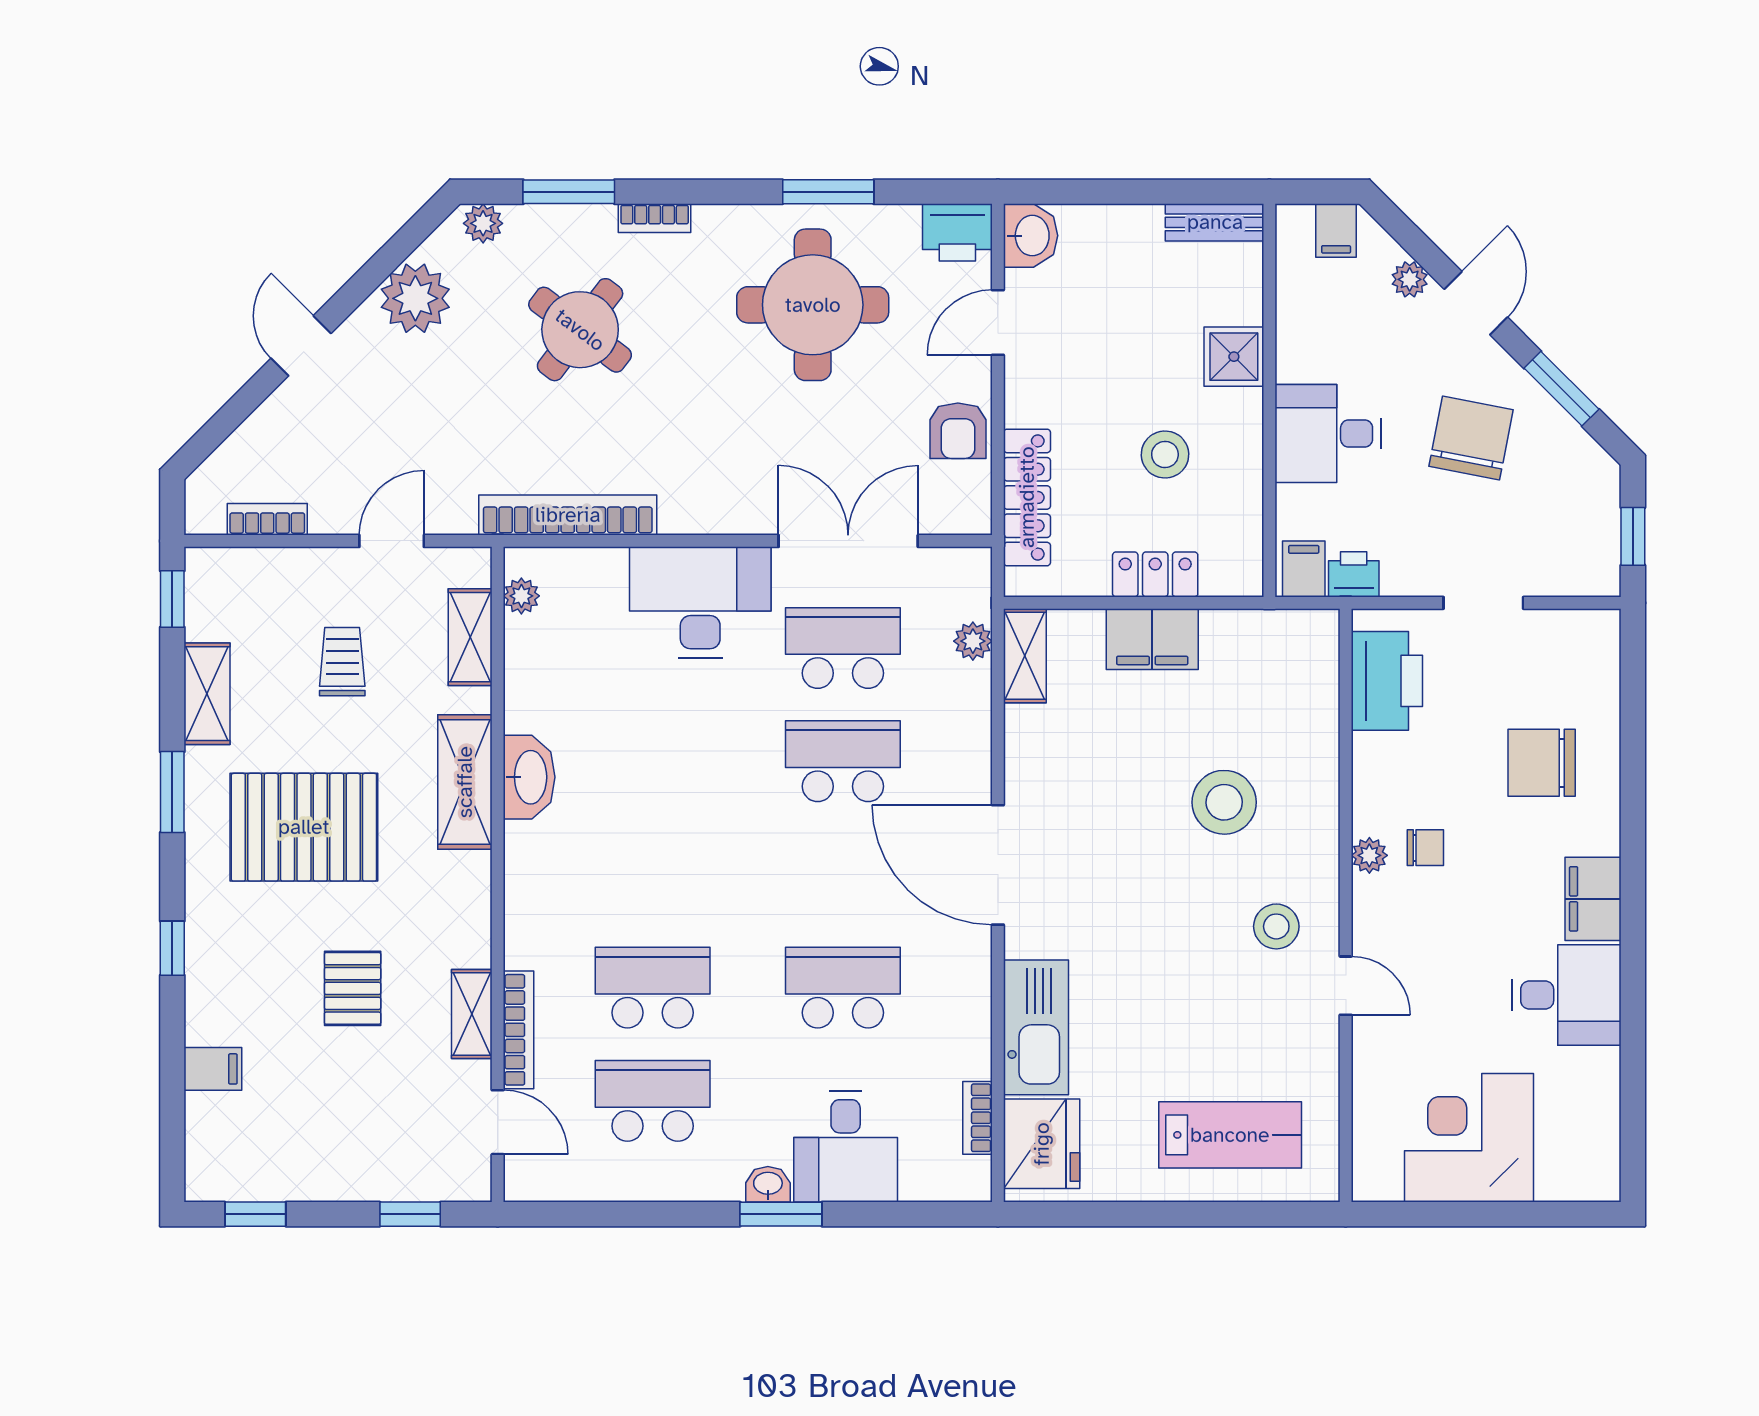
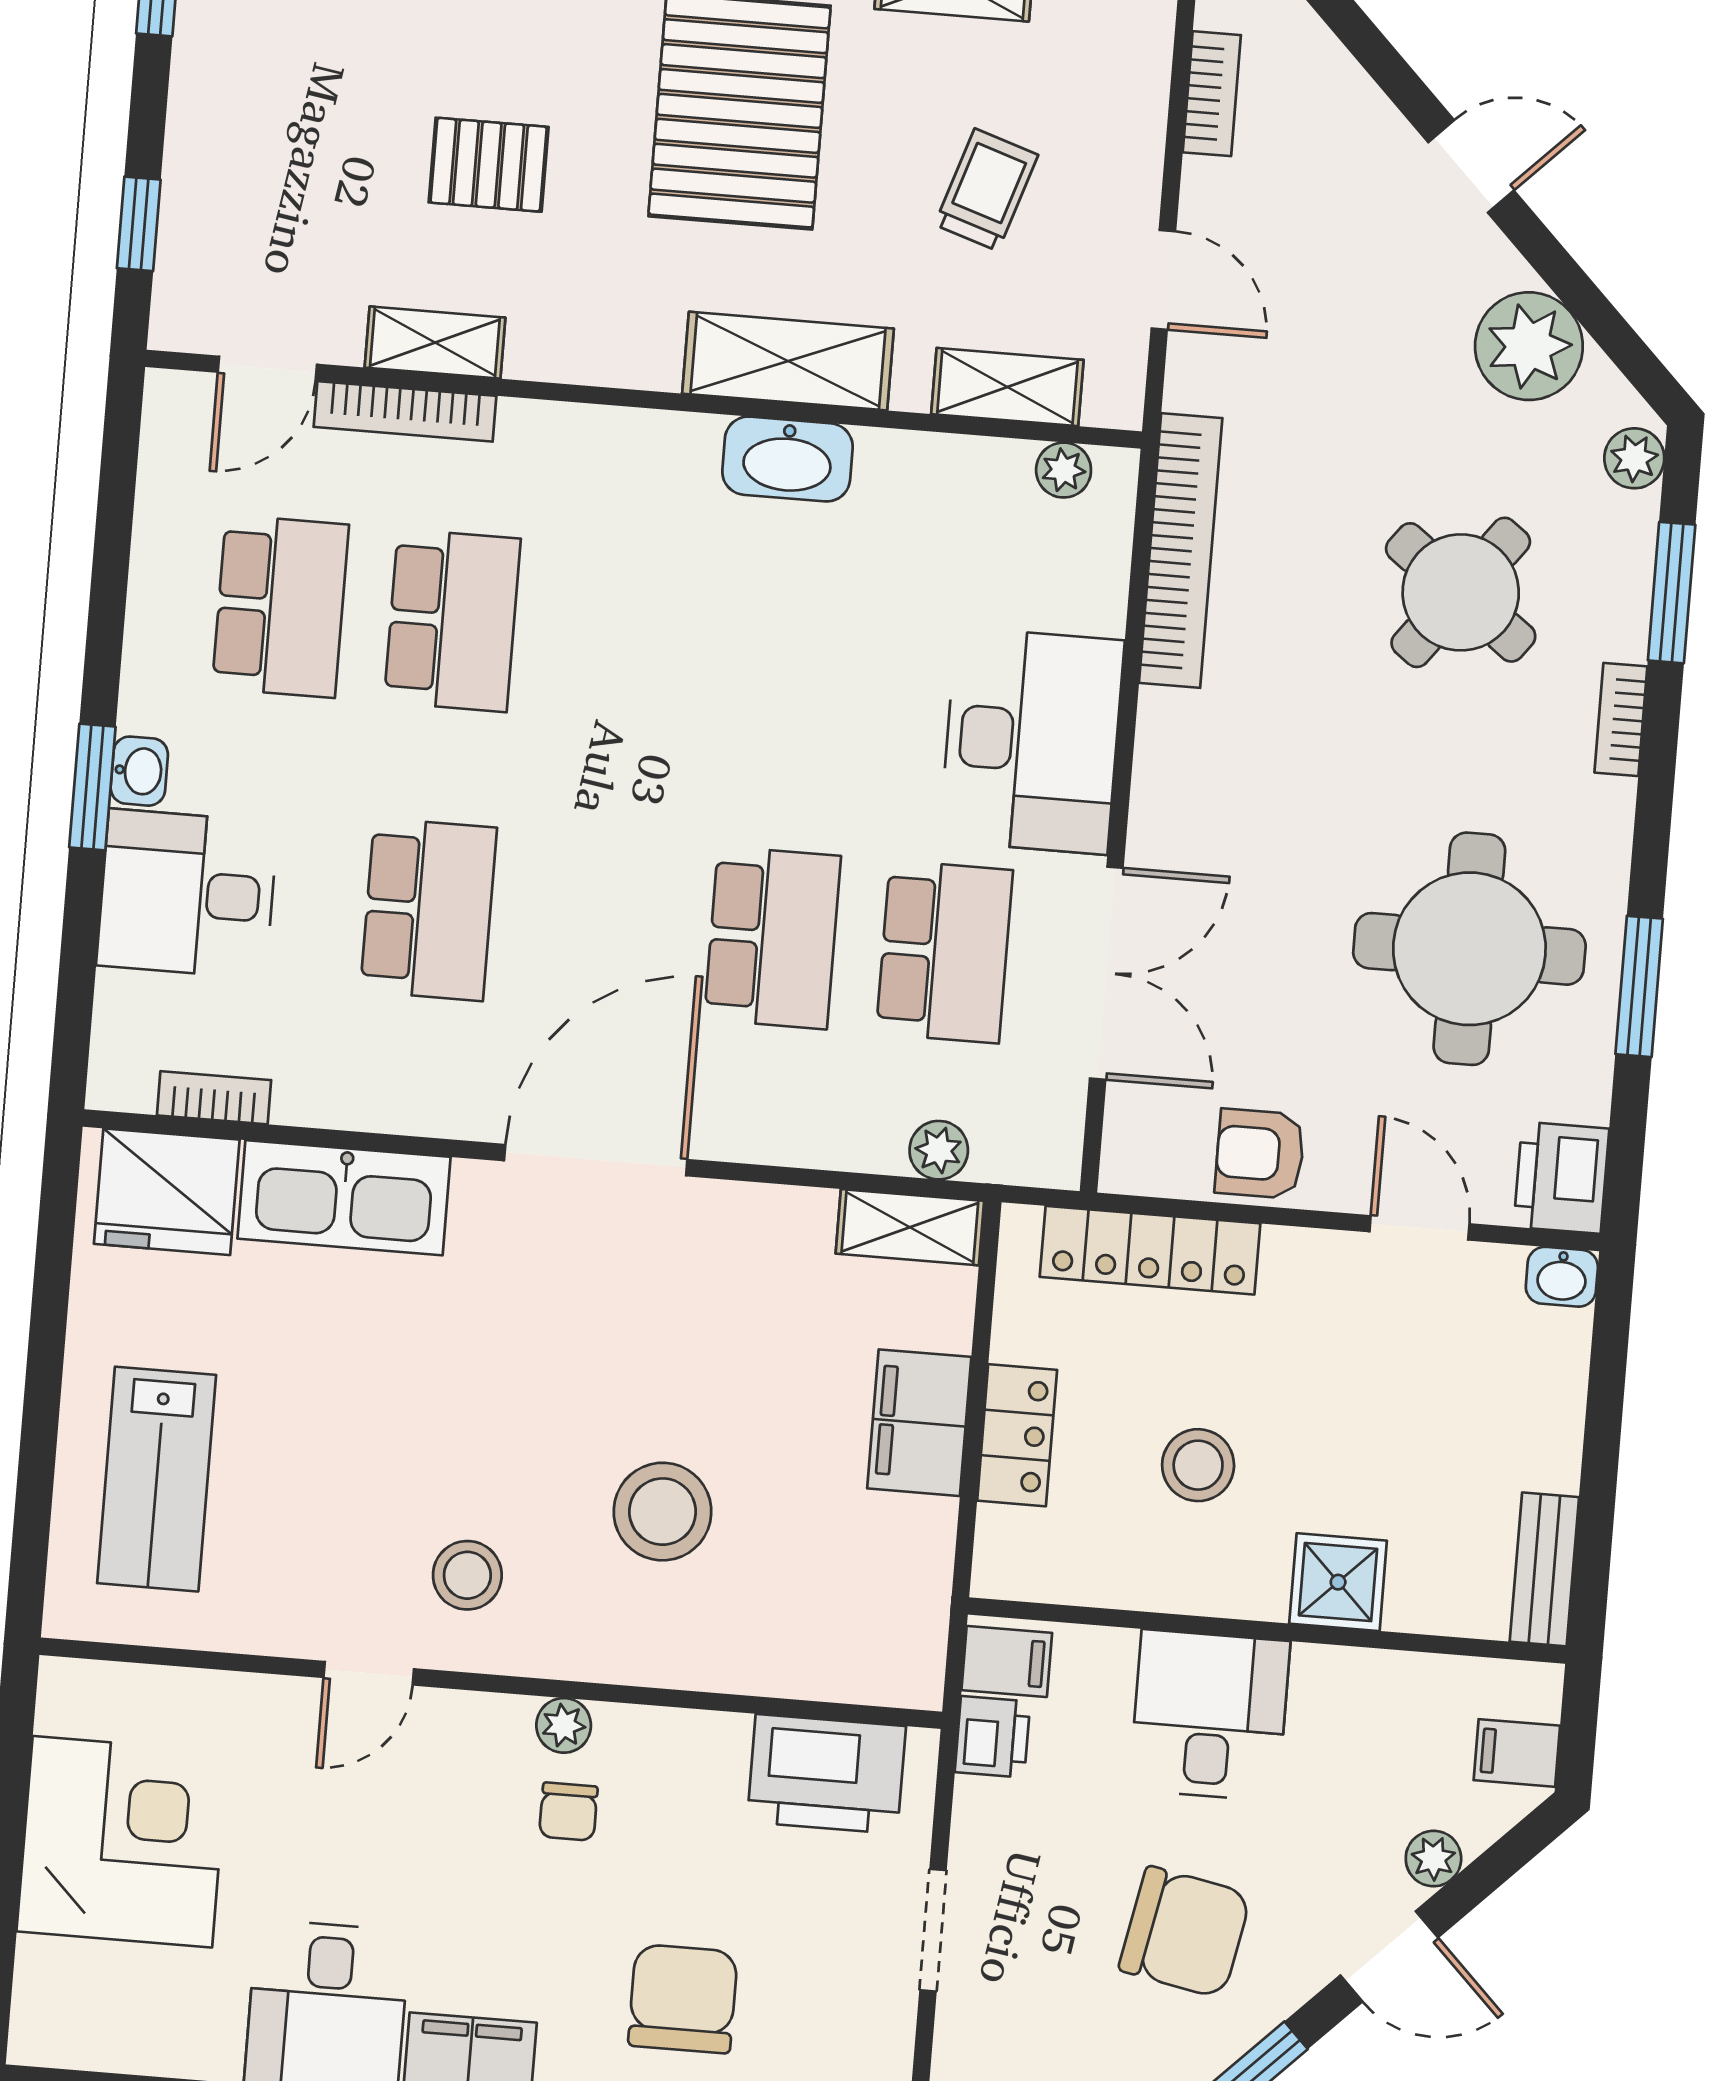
washbasin: (1031, 236) -> (1562, 1277), width x0.72, depth x0.69
trolley: (342, 662) -> (986, 190), turned -72

